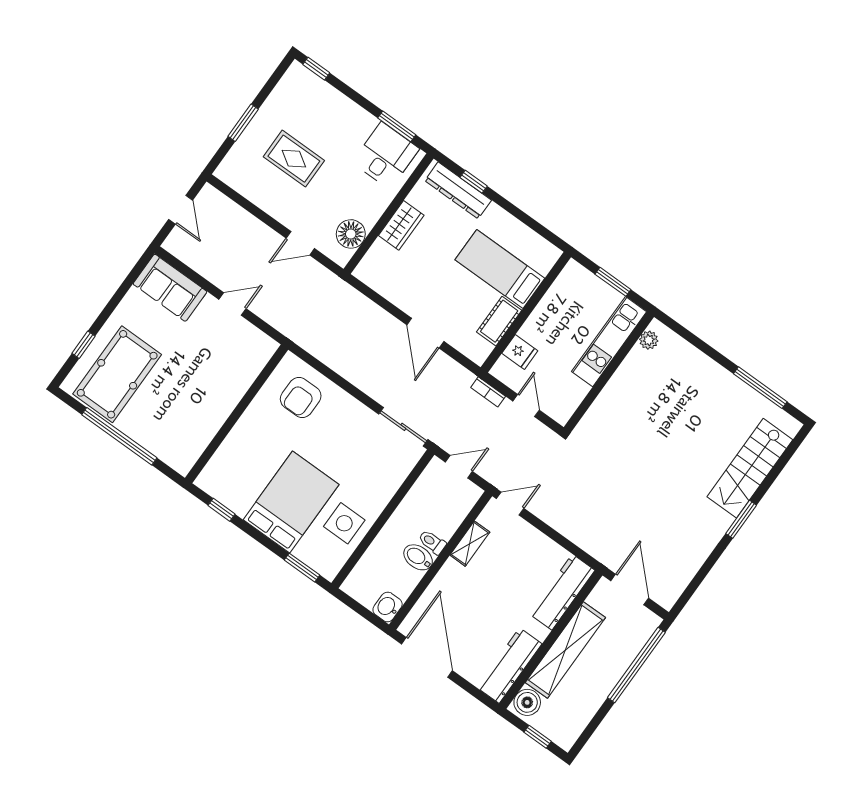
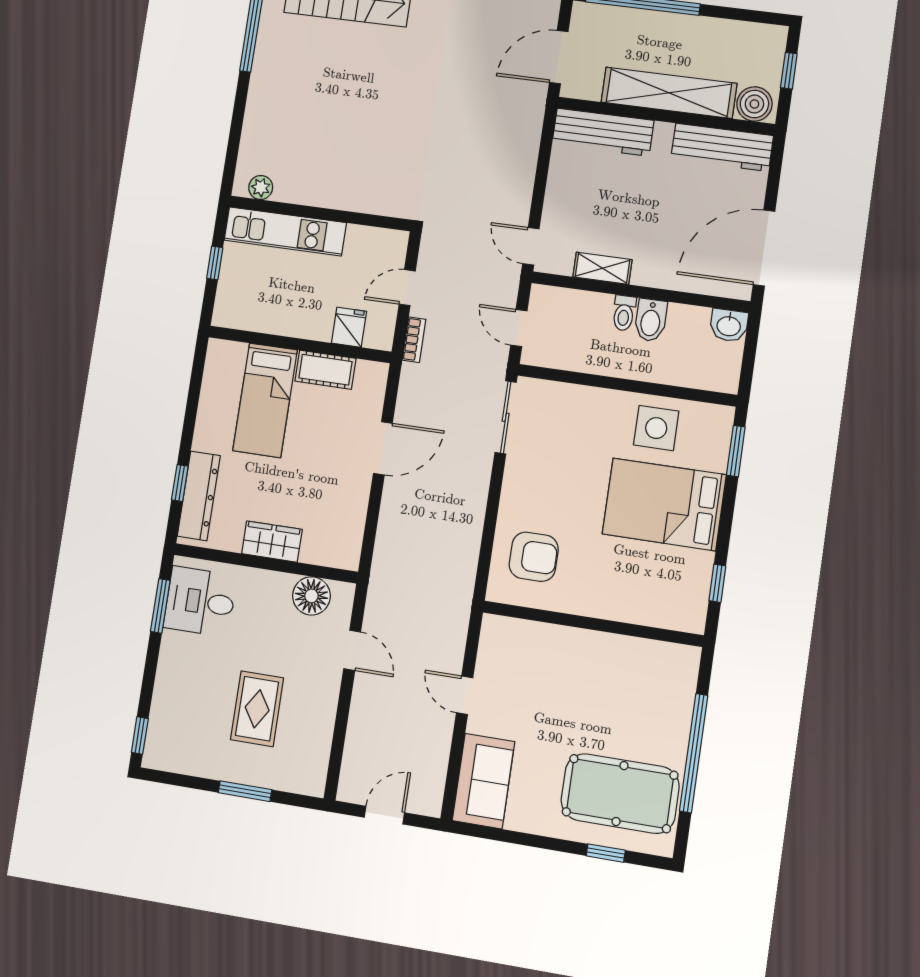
window: (613, 282) -> (215, 263), width x0.67

